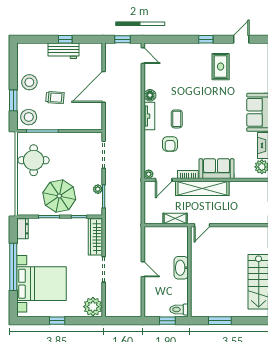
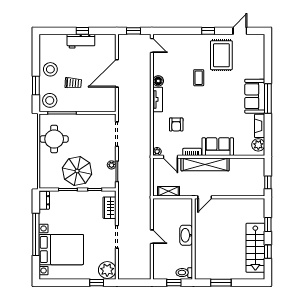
rug: (221, 67) -> (221, 55), width x1.36, depth x1.43
coffee table: (177, 119) -> (199, 78), moved
door: (164, 180) -> (171, 157), hinge flipped
shelving: (175, 219) -> (169, 191), moved
wardrobe: (95, 237) -> (109, 208), width x0.67
window: (57, 321) -> (97, 283), moved

